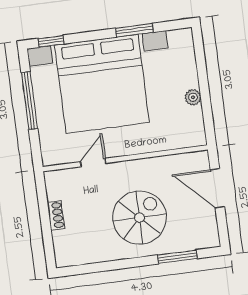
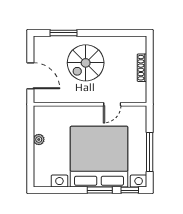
window: (134, 30) -> (100, 190), moved
shoe rack: (56, 215) -> (142, 68), width x1.43

